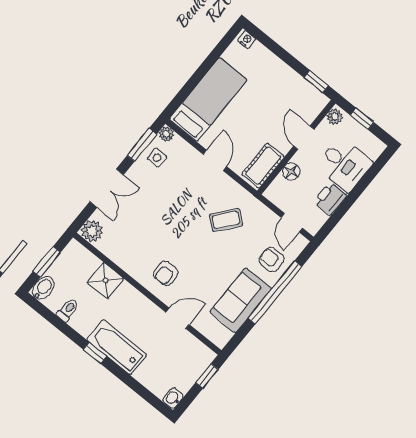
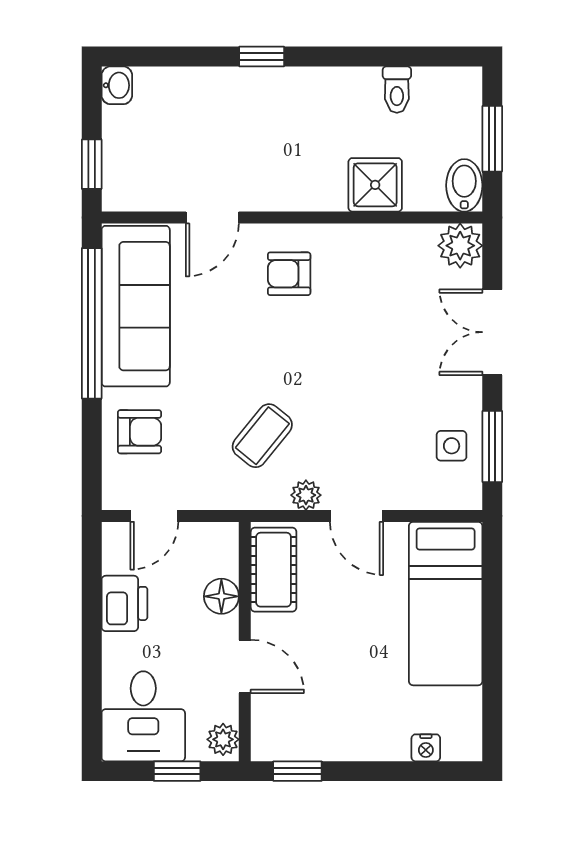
nightstand: (247, 40) -> (426, 748), moved
plant: (166, 134) -> (306, 495), moved
desk: (344, 164) -> (143, 716), moved, turned -90
door: (292, 223) -> (154, 516), swing flipped
armchair: (166, 273) -> (289, 274), turned -88
bidet: (43, 288) -> (464, 185), moved, turned 180
window: (275, 292) -> (92, 323), moved
sofa: (241, 300) -> (136, 306), width x1.36
bathtub: (117, 347) -> (272, 94), removed
window: (95, 353) -> (262, 57), moved

